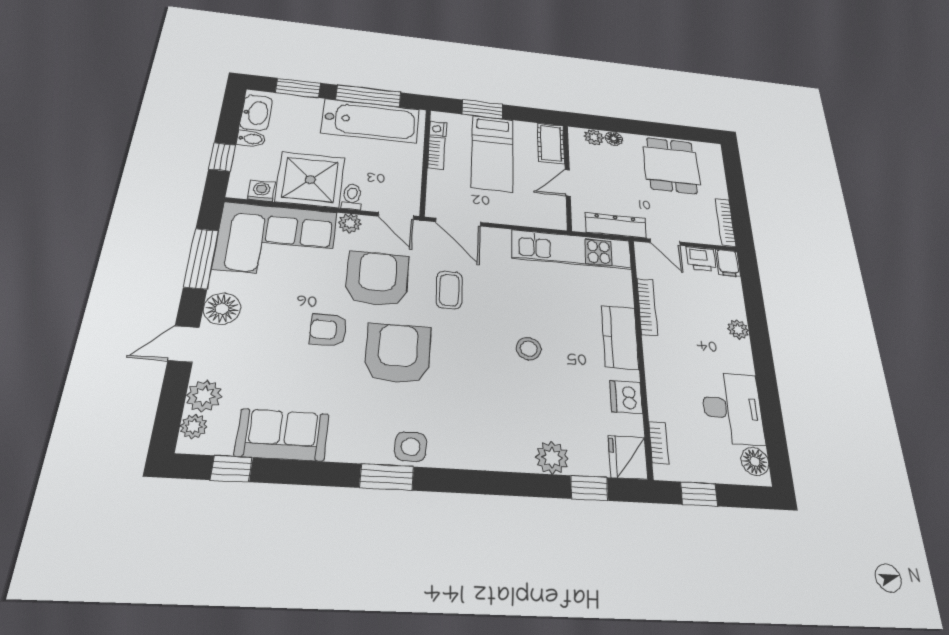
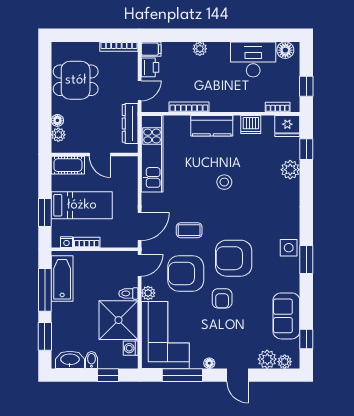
bathtub: (371, 121) -> (62, 279), width x0.73, depth x0.73
floor lamp: (222, 309) -> (209, 363), width x0.53, depth x0.53

